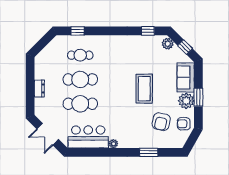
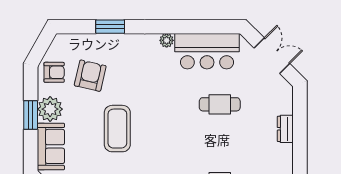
cafe table: (80, 79) -> (220, 143), removed
cafe table: (80, 104) -> (220, 104), width x0.73, depth x0.74

